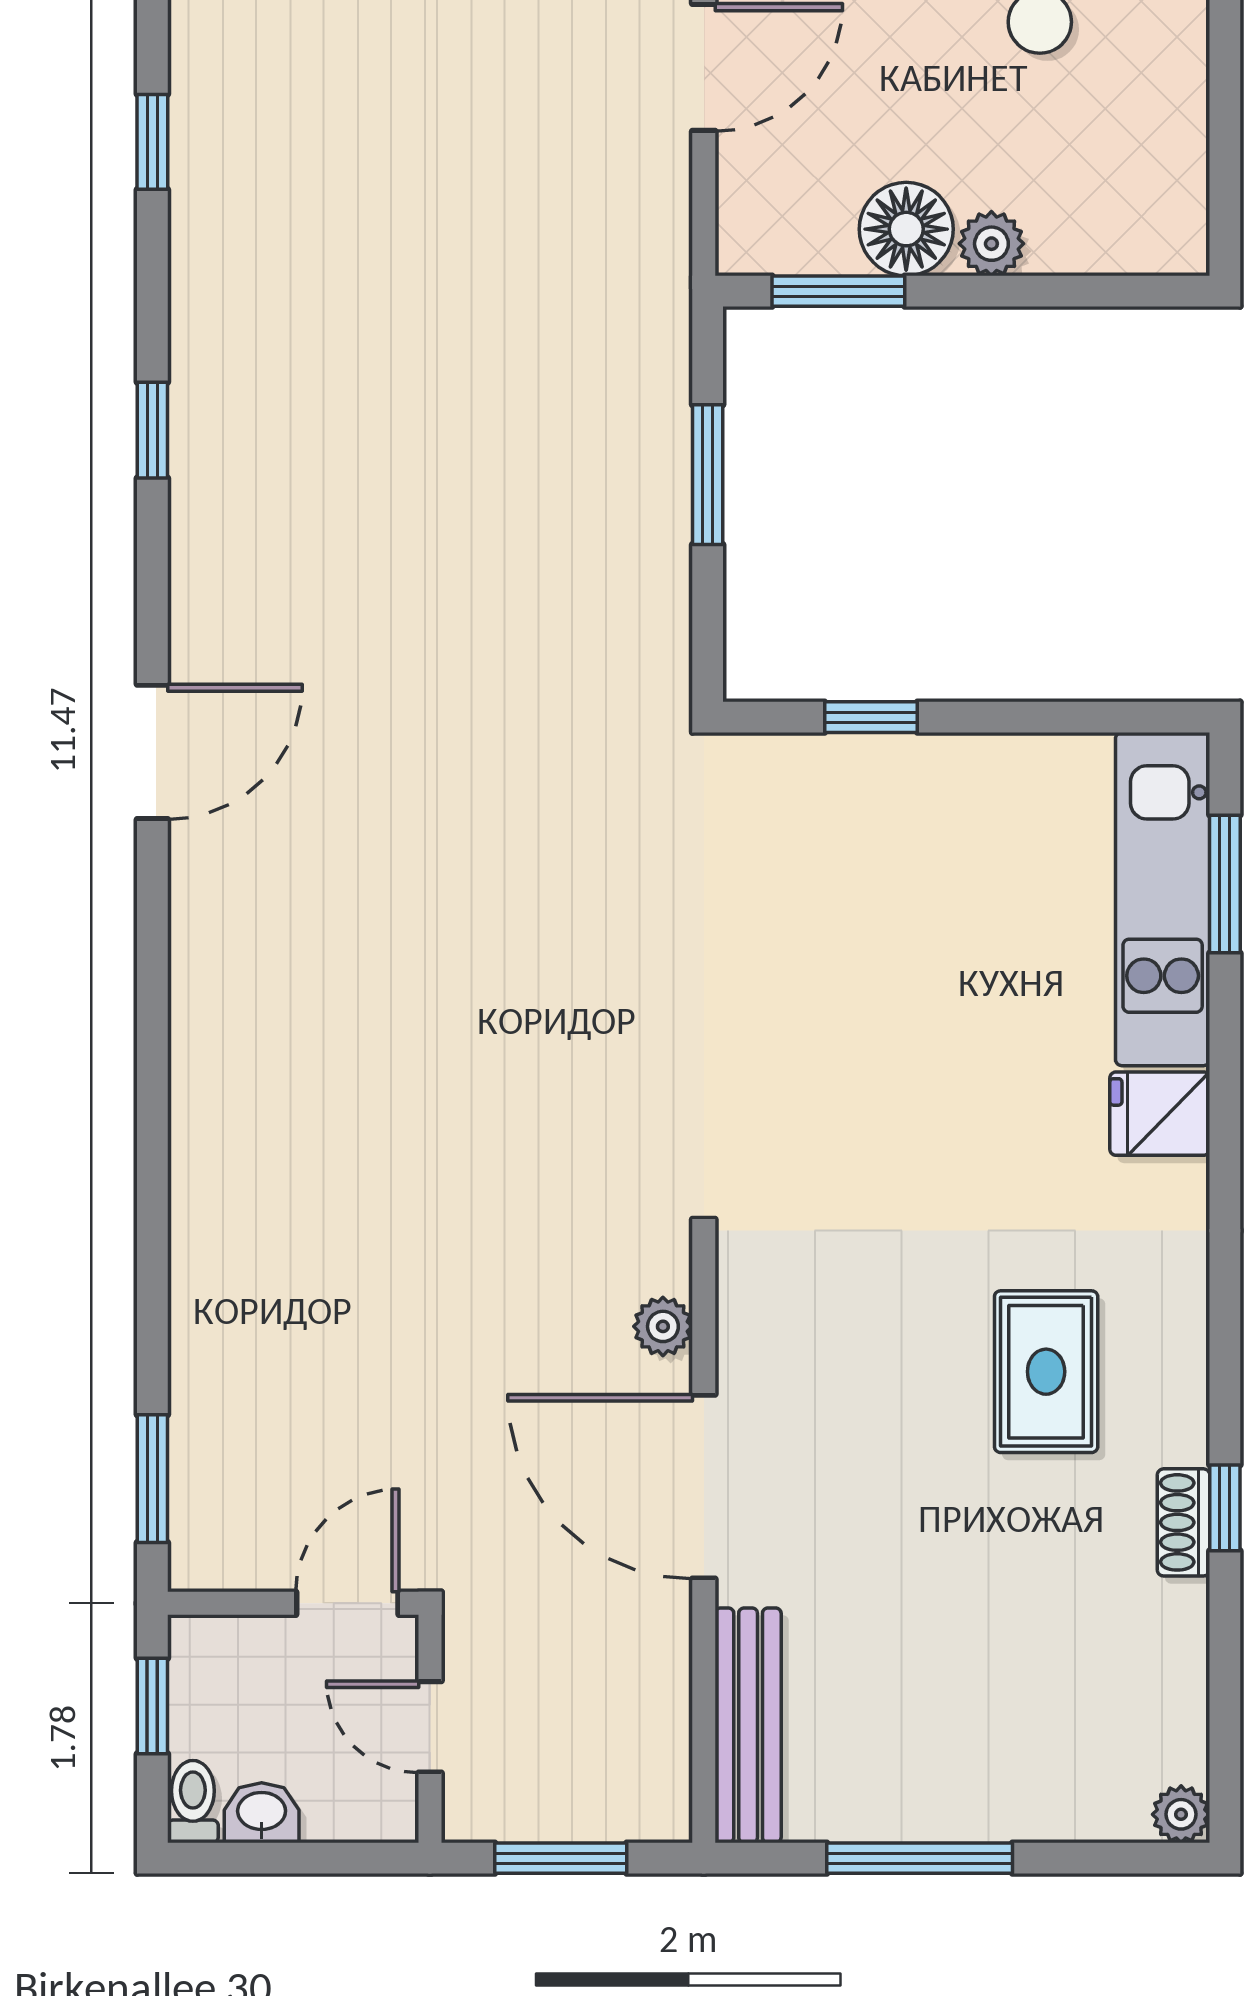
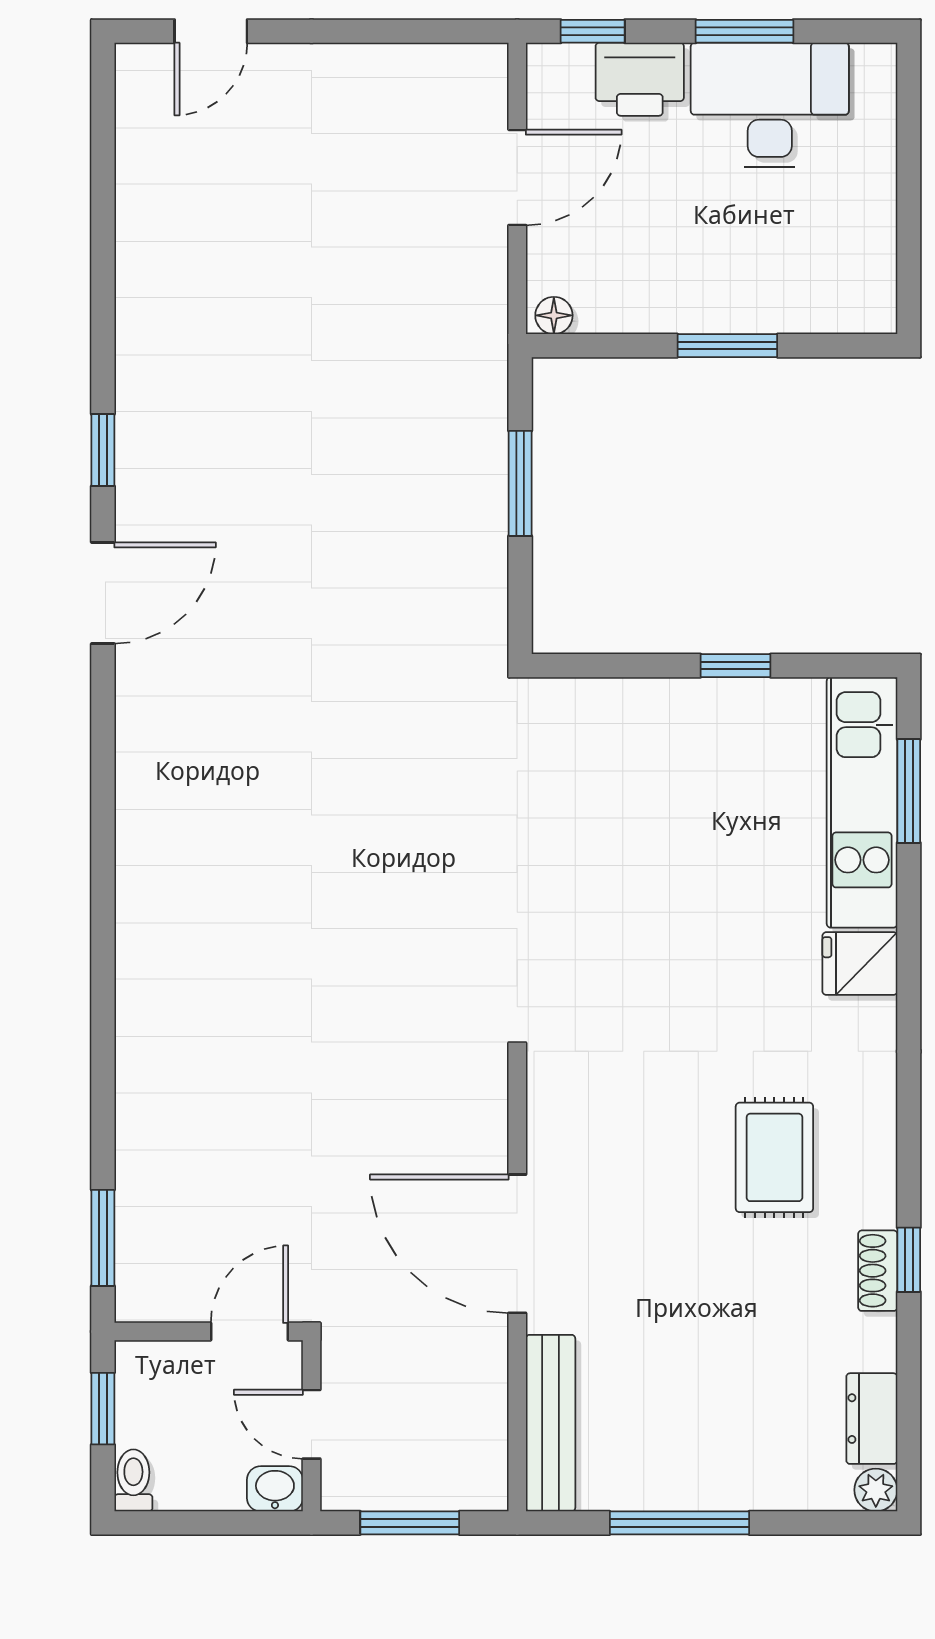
window: (152, 142) -> (103, 233), removed
floor lamp: (906, 229) -> (554, 315), moved, width x0.53, depth x0.53
plant: (991, 244) -> (733, 310), removed
window: (838, 291) -> (727, 346), moved
window: (871, 717) -> (736, 666), moved
door: (152, 752) -> (103, 593), moved
plant: (663, 1326) -> (487, 1123), removed
dresser: (1176, 1719) -> (872, 1419), added
washbasin: (262, 1813) -> (275, 1489), moved

